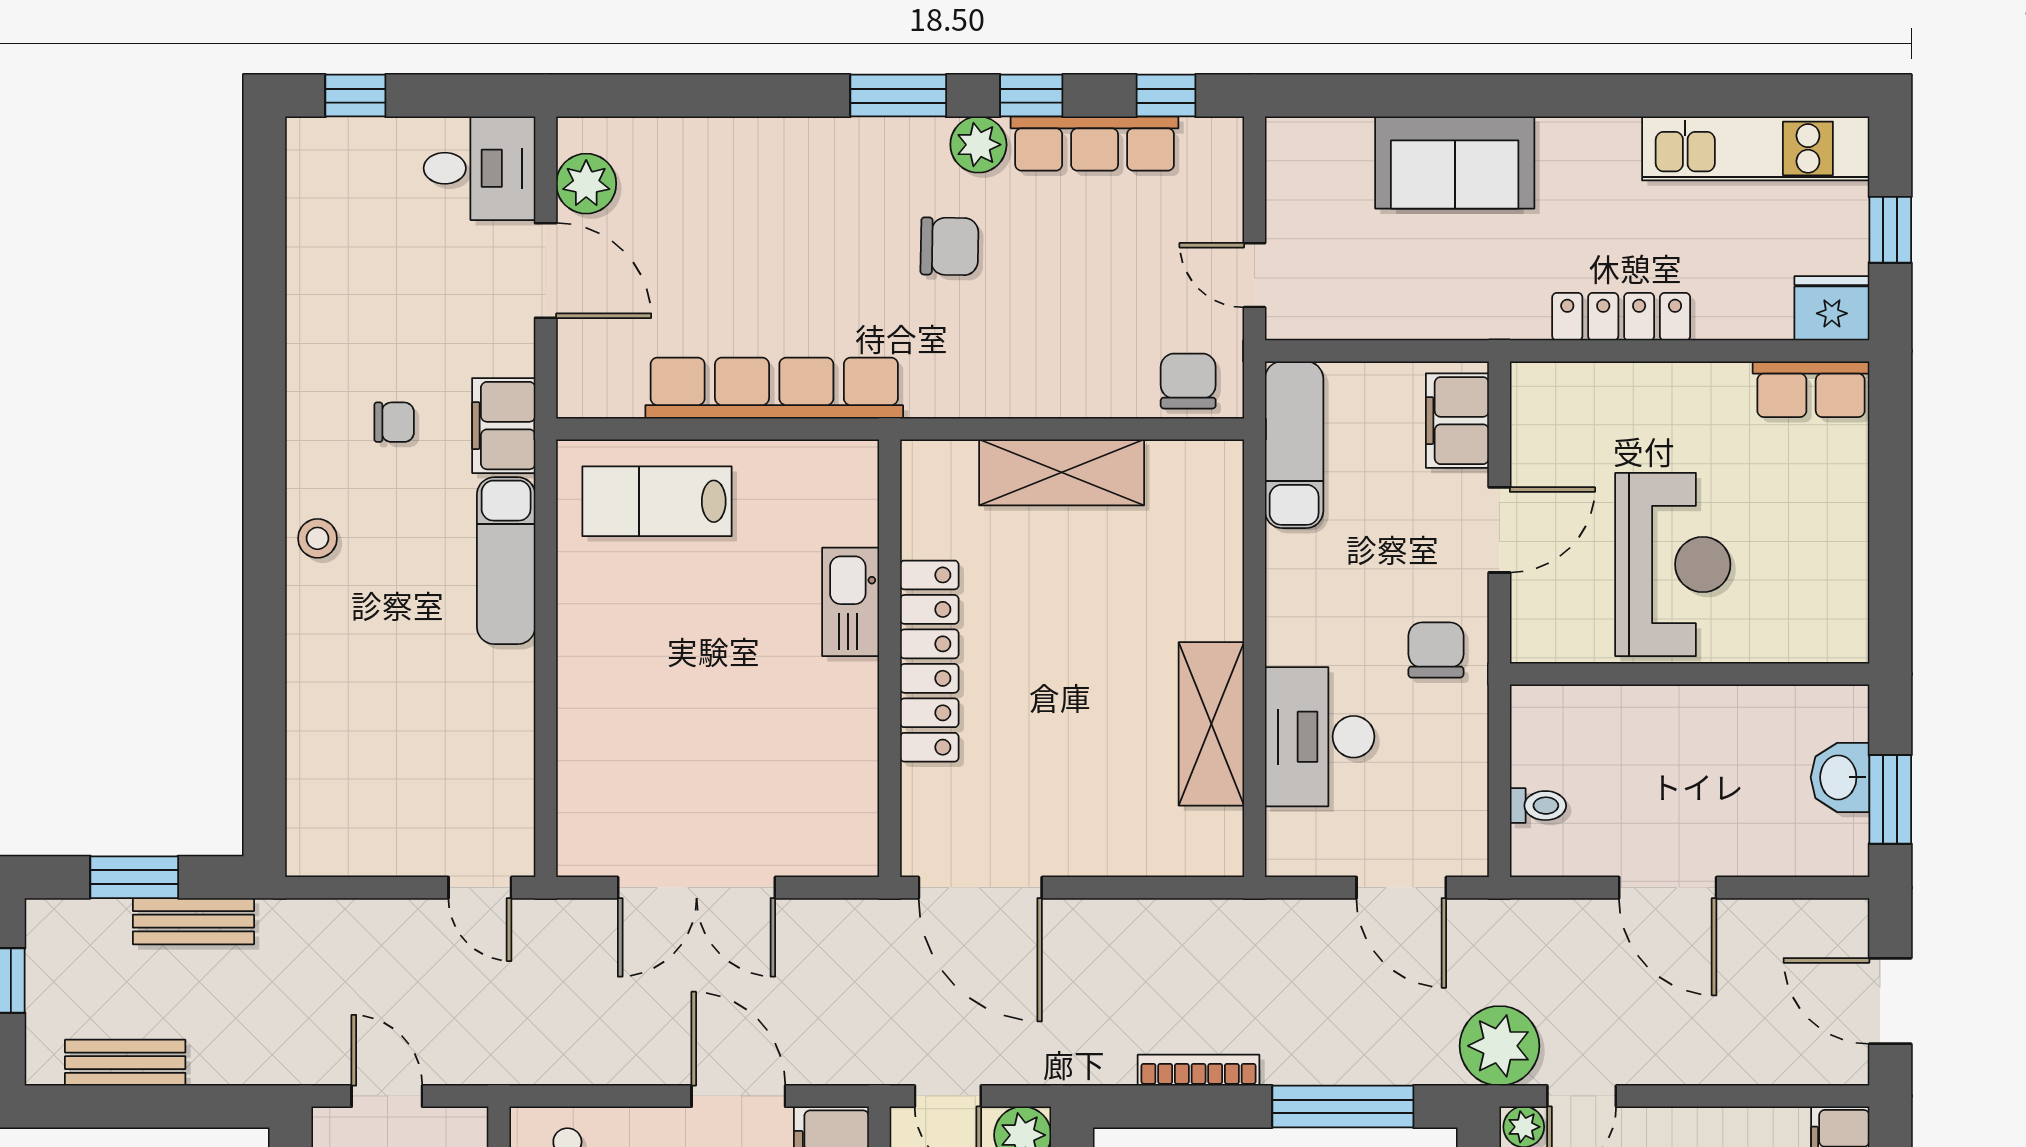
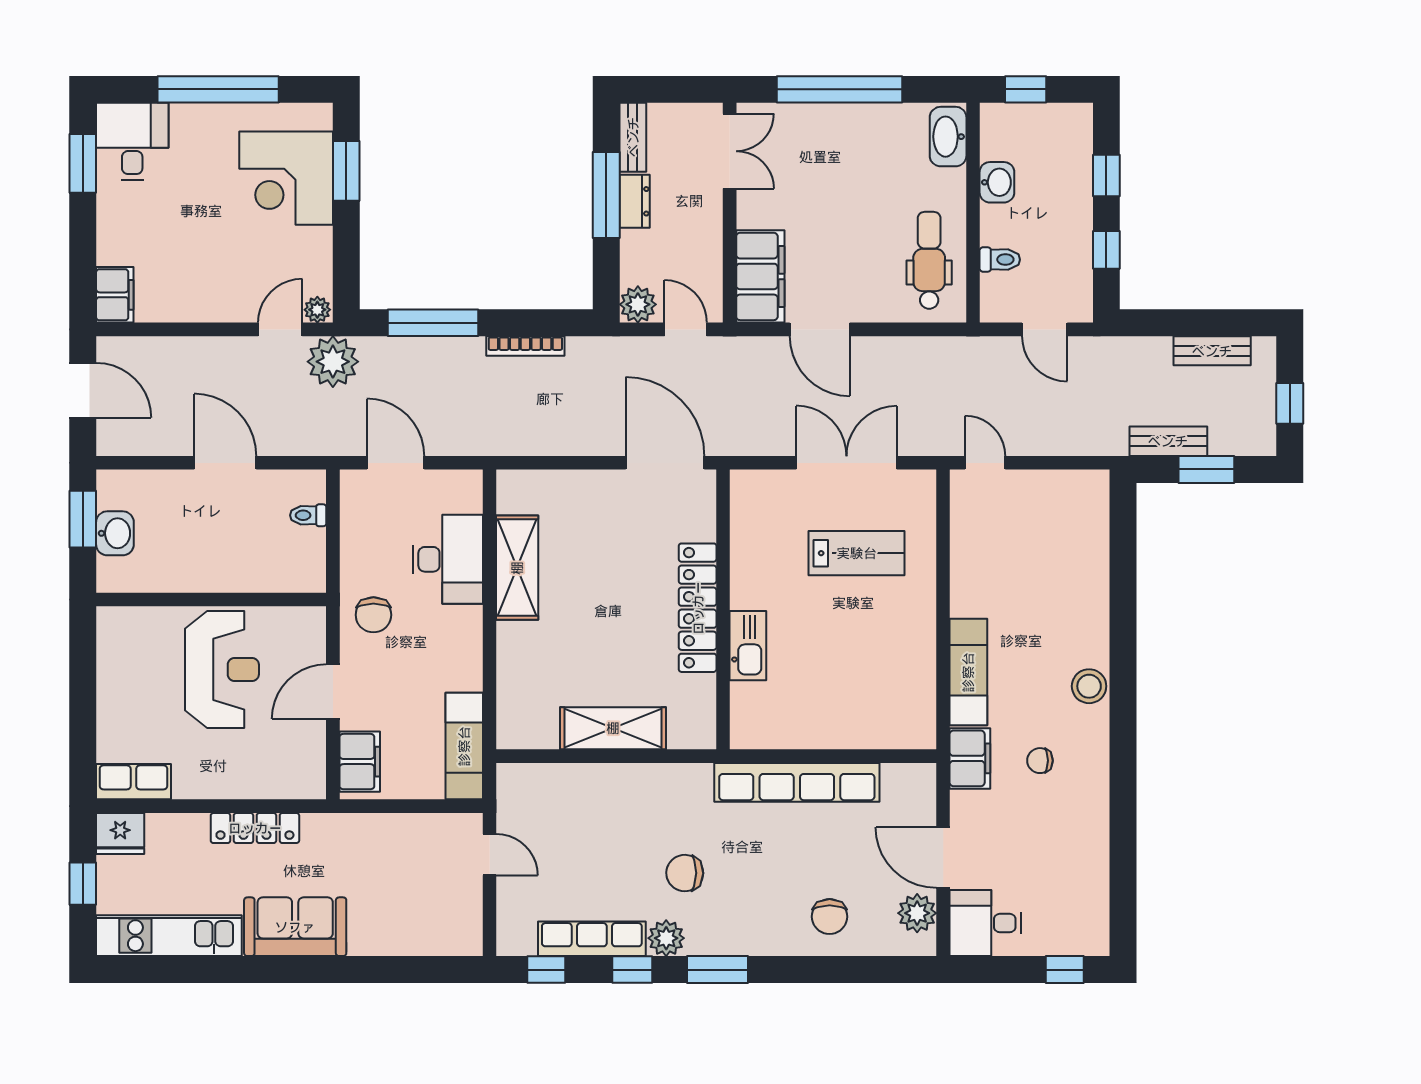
sofa: (1455, 162) -> (295, 927), moved
chair: (1188, 381) -> (830, 917), moved
lab bench: (657, 501) -> (857, 553), moved
stool: (317, 538) -> (1089, 686), width x1.37, depth x1.37
reception desk: (1673, 564) -> (222, 669), turned 180

